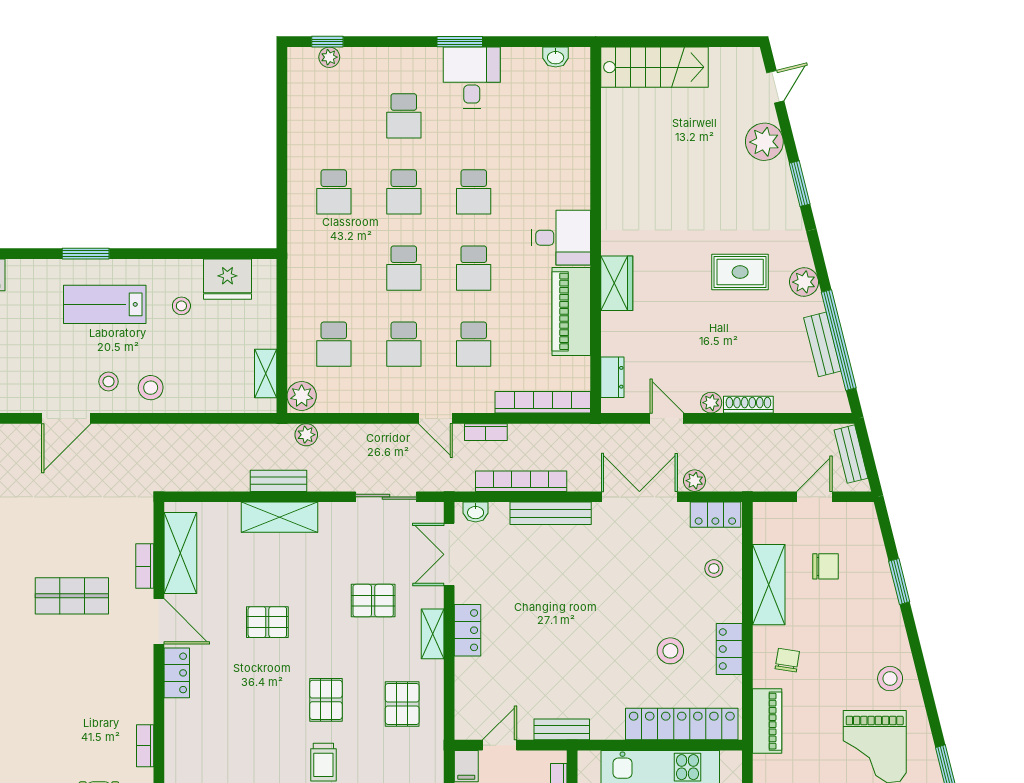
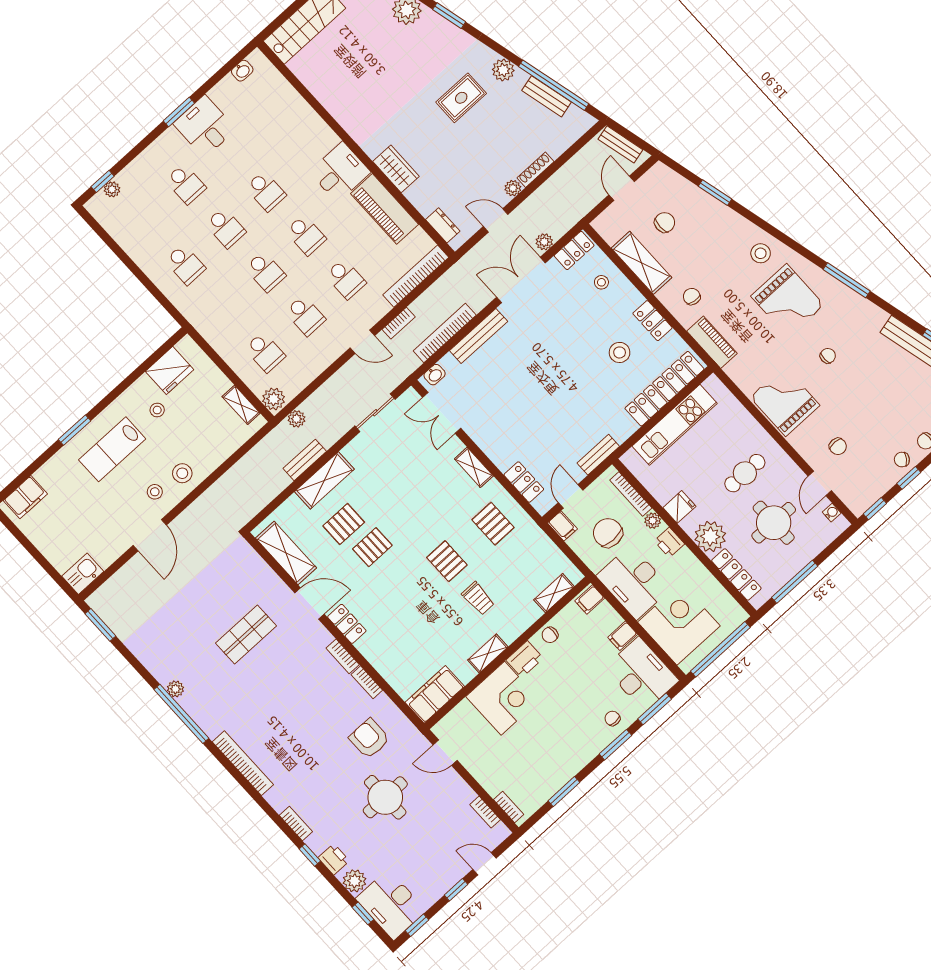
bookcase: (145, 566) -> (343, 656), moved
pallet: (373, 601) -> (344, 524), moved
locker: (467, 630) -> (524, 482), moved

